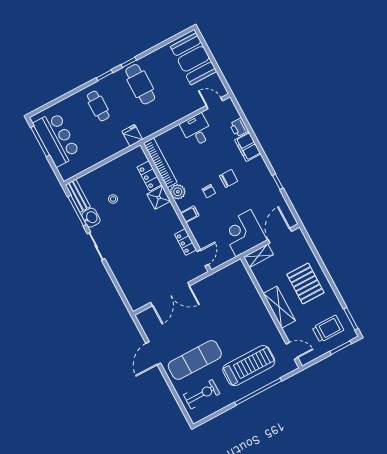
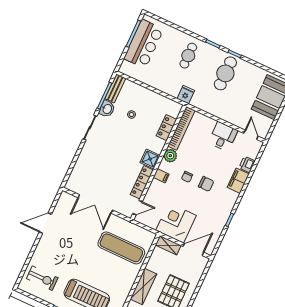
shower: (159, 198) -> (150, 159), moved
locker: (185, 242) -> (142, 182), width x1.53
exercise mat: (195, 360) -> (121, 248), moved

